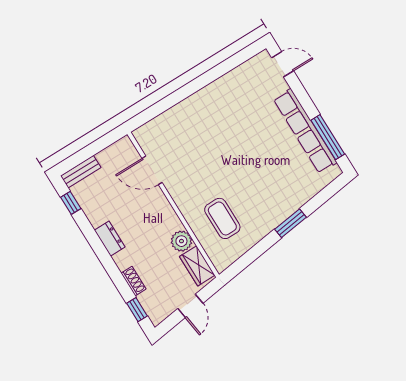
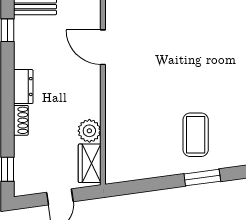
coffee table: (222, 218) -> (196, 135), moved
shoe rack: (133, 281) -> (21, 120), moved

